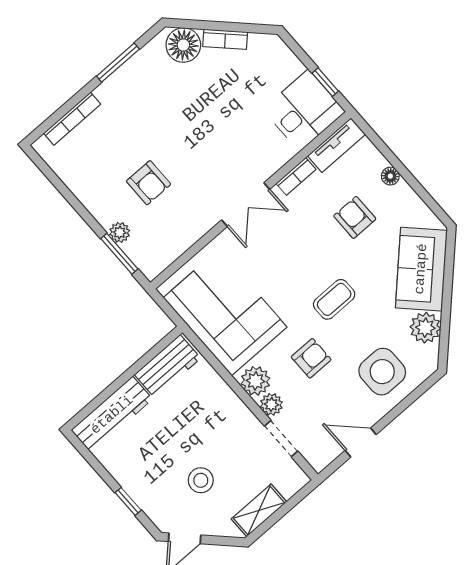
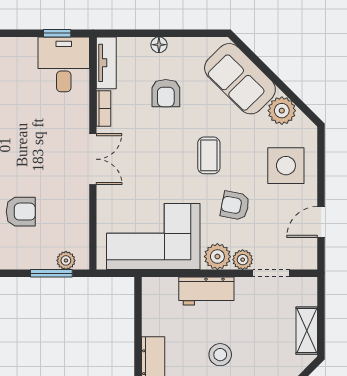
armchair: (355, 217) -> (166, 93), turned -90
plant: (120, 232) -> (66, 260), moved
armchair: (311, 358) -> (235, 206), turned -79
workbench: (168, 366) -> (206, 291), moved, turned 90
stool: (201, 480) -> (220, 355), moved

